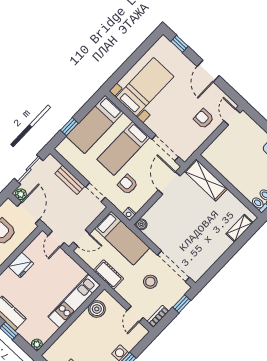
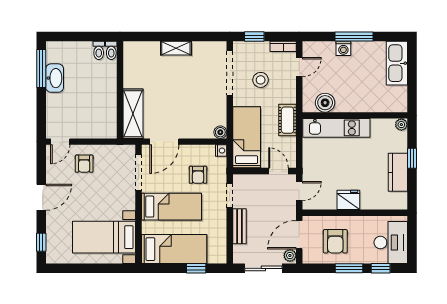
shelving: (240, 228) -> (176, 48), moved

